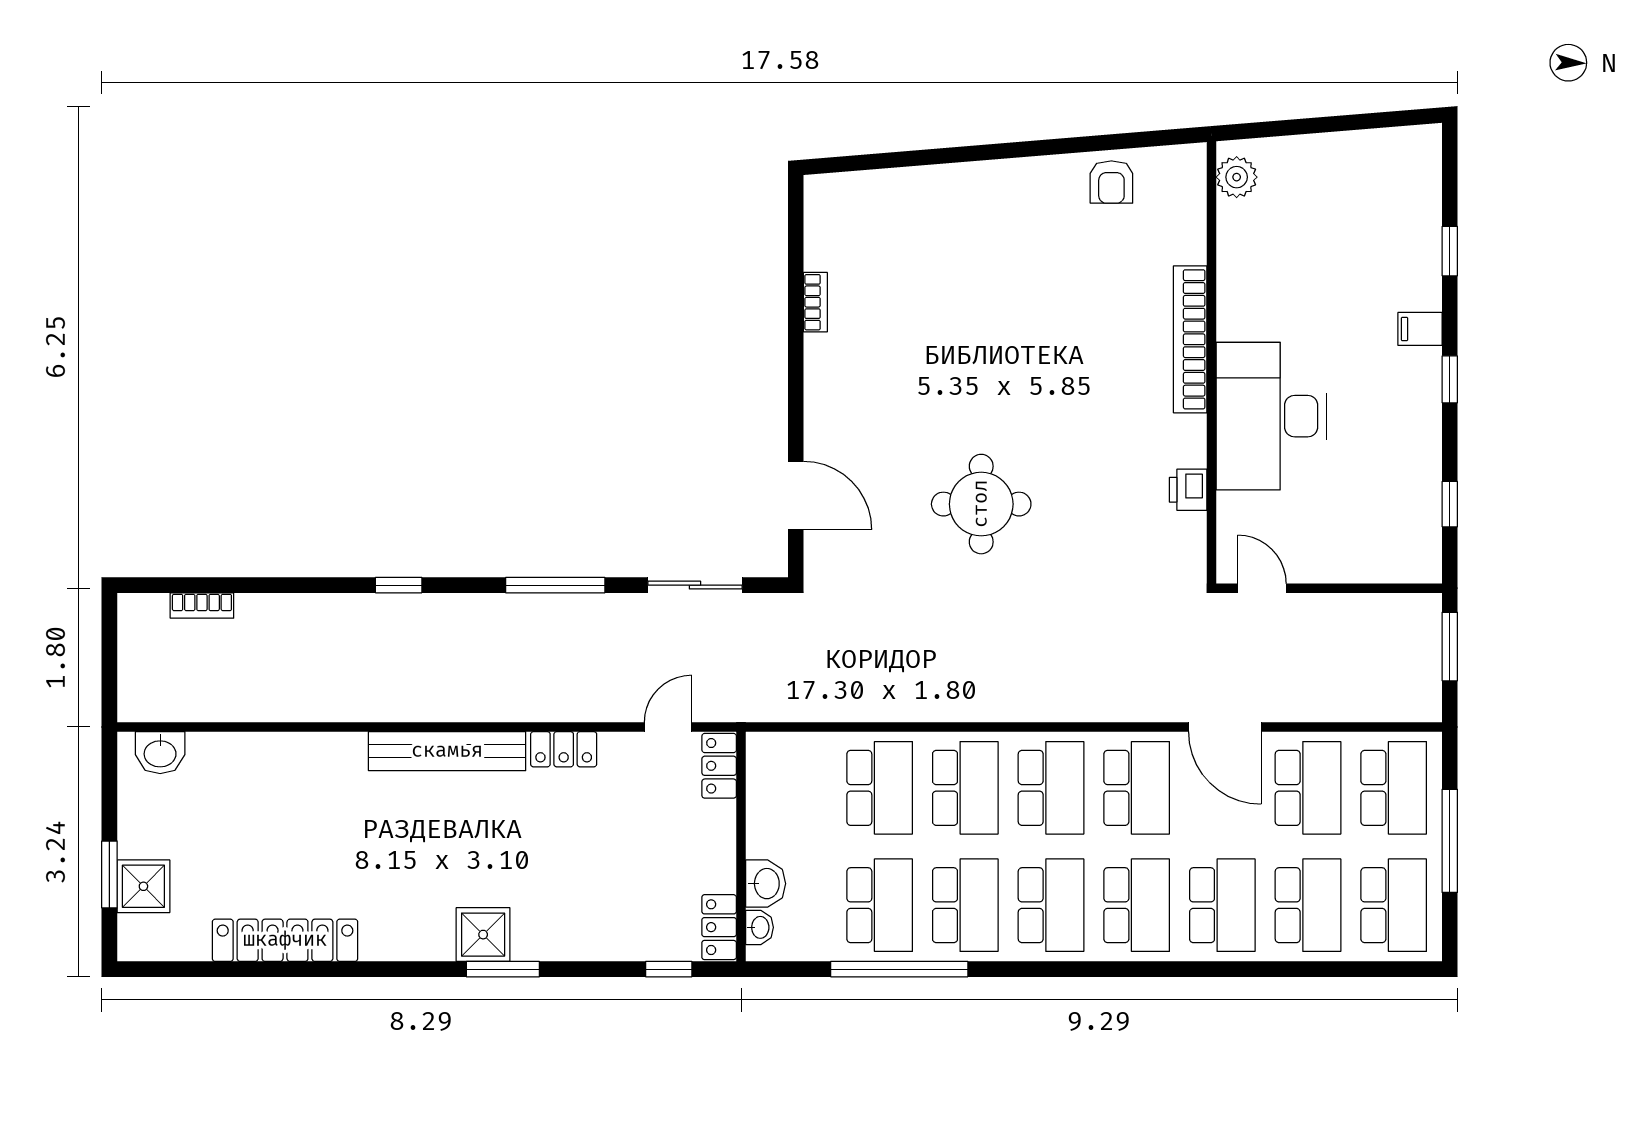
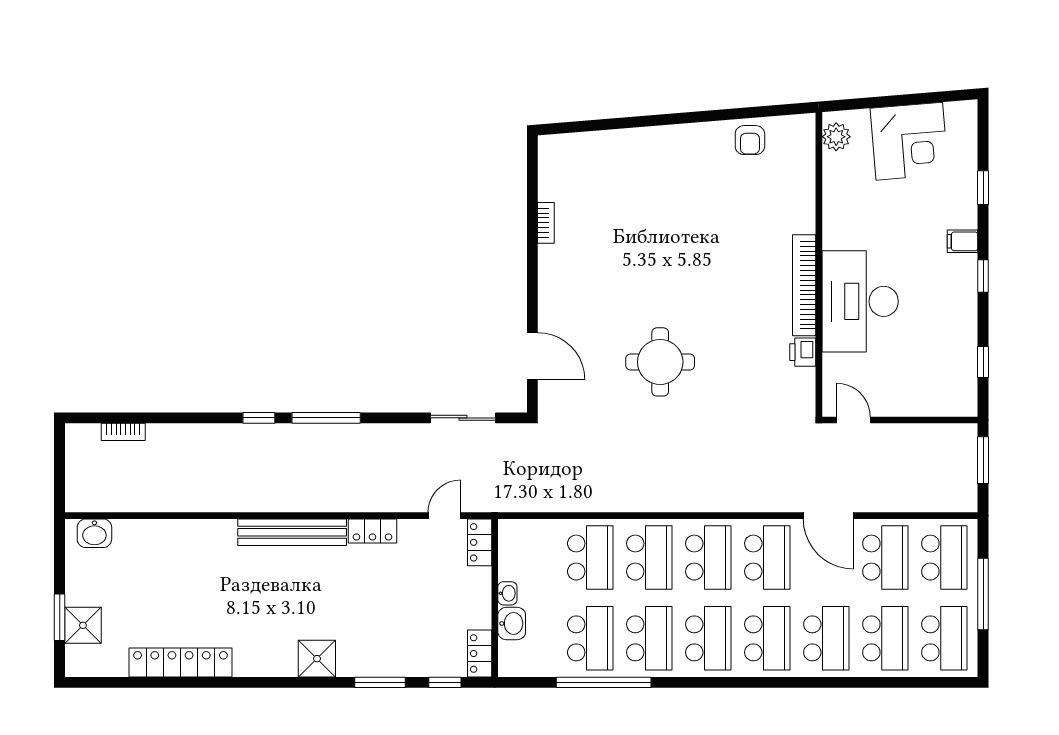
corner desk: (1343, 184) -> (909, 141), added
bookcase: (1190, 339) -> (804, 285), moved
window: (555, 585) -> (326, 418), moved
washbasin: (759, 927) -> (507, 593), moved
window: (503, 969) -> (380, 682), moved

